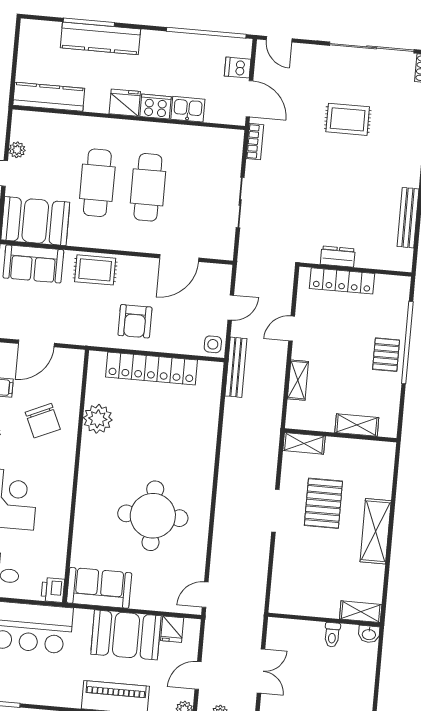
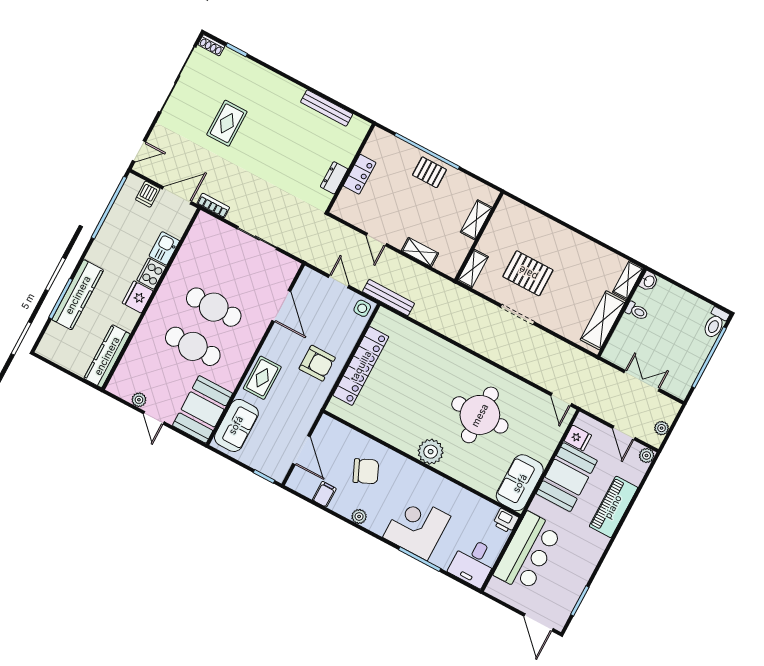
locker: (342, 281) -> (360, 174), width x0.66
plant: (98, 419) -> (431, 452), moved
shelving: (376, 531) -> (603, 320), moved, turned 90

